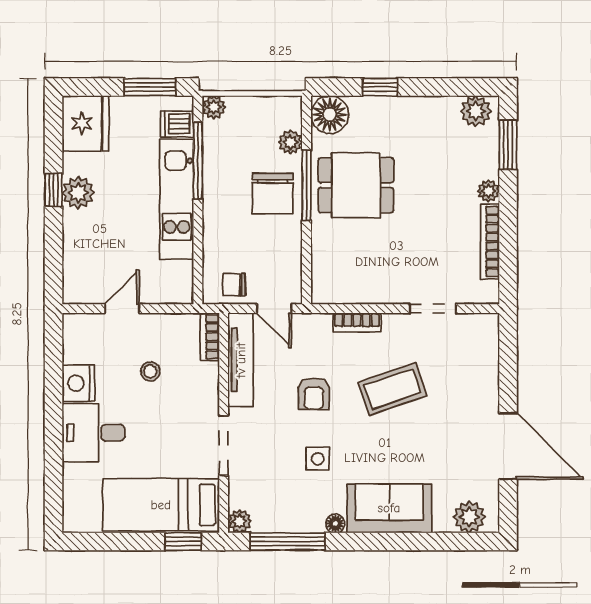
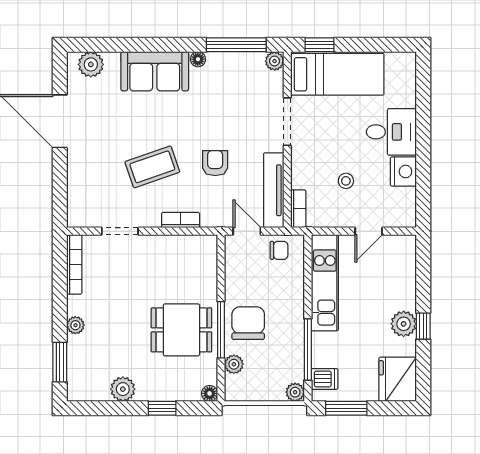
plant: (476, 111) -> (123, 389), moved
floor lamp: (330, 115) -> (210, 393), width x0.53, depth x0.53
kitchen unit: (177, 199) -> (325, 283), moved
bookcase: (490, 242) -> (74, 264), moved
side table: (318, 459) -> (212, 111), removed

